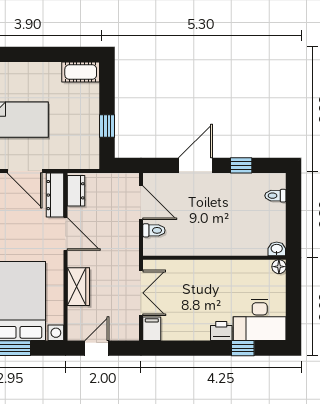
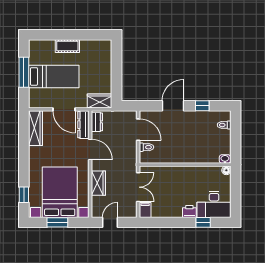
cot: (81, 72) -> (67, 46), moved
window: (107, 126) -> (117, 80), removed
wardrobe: (80, 158) -> (100, 101), added

